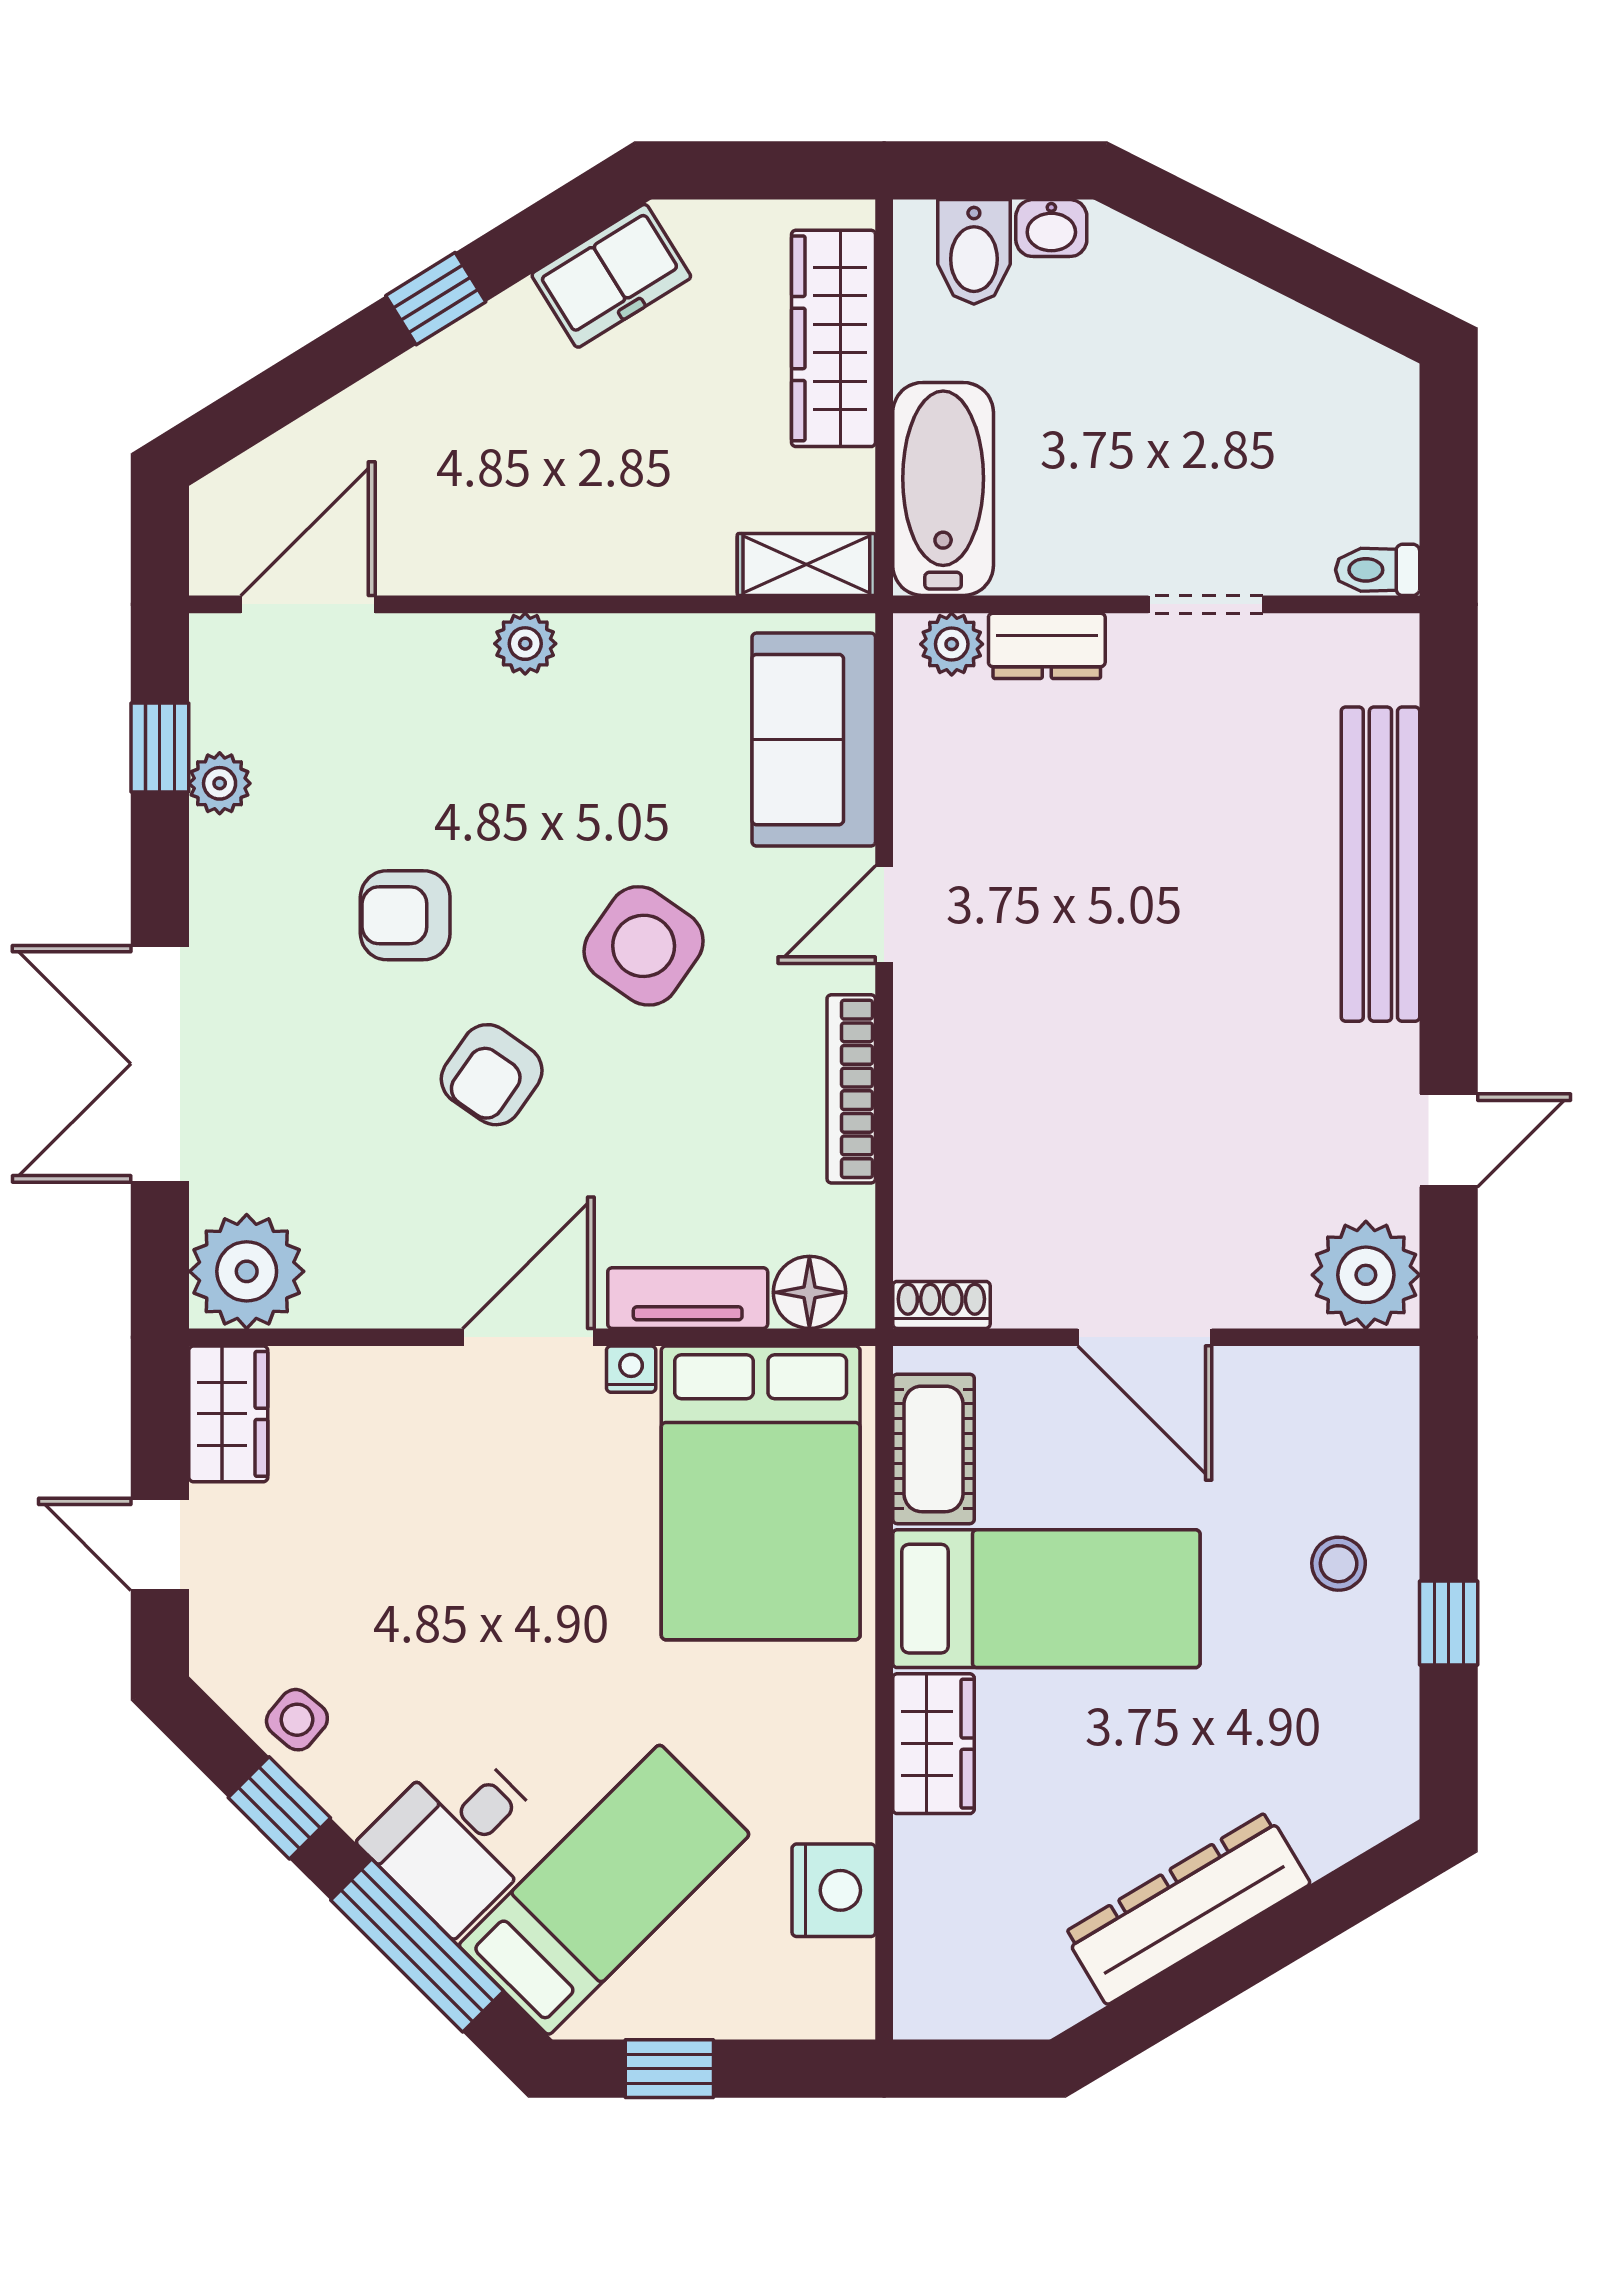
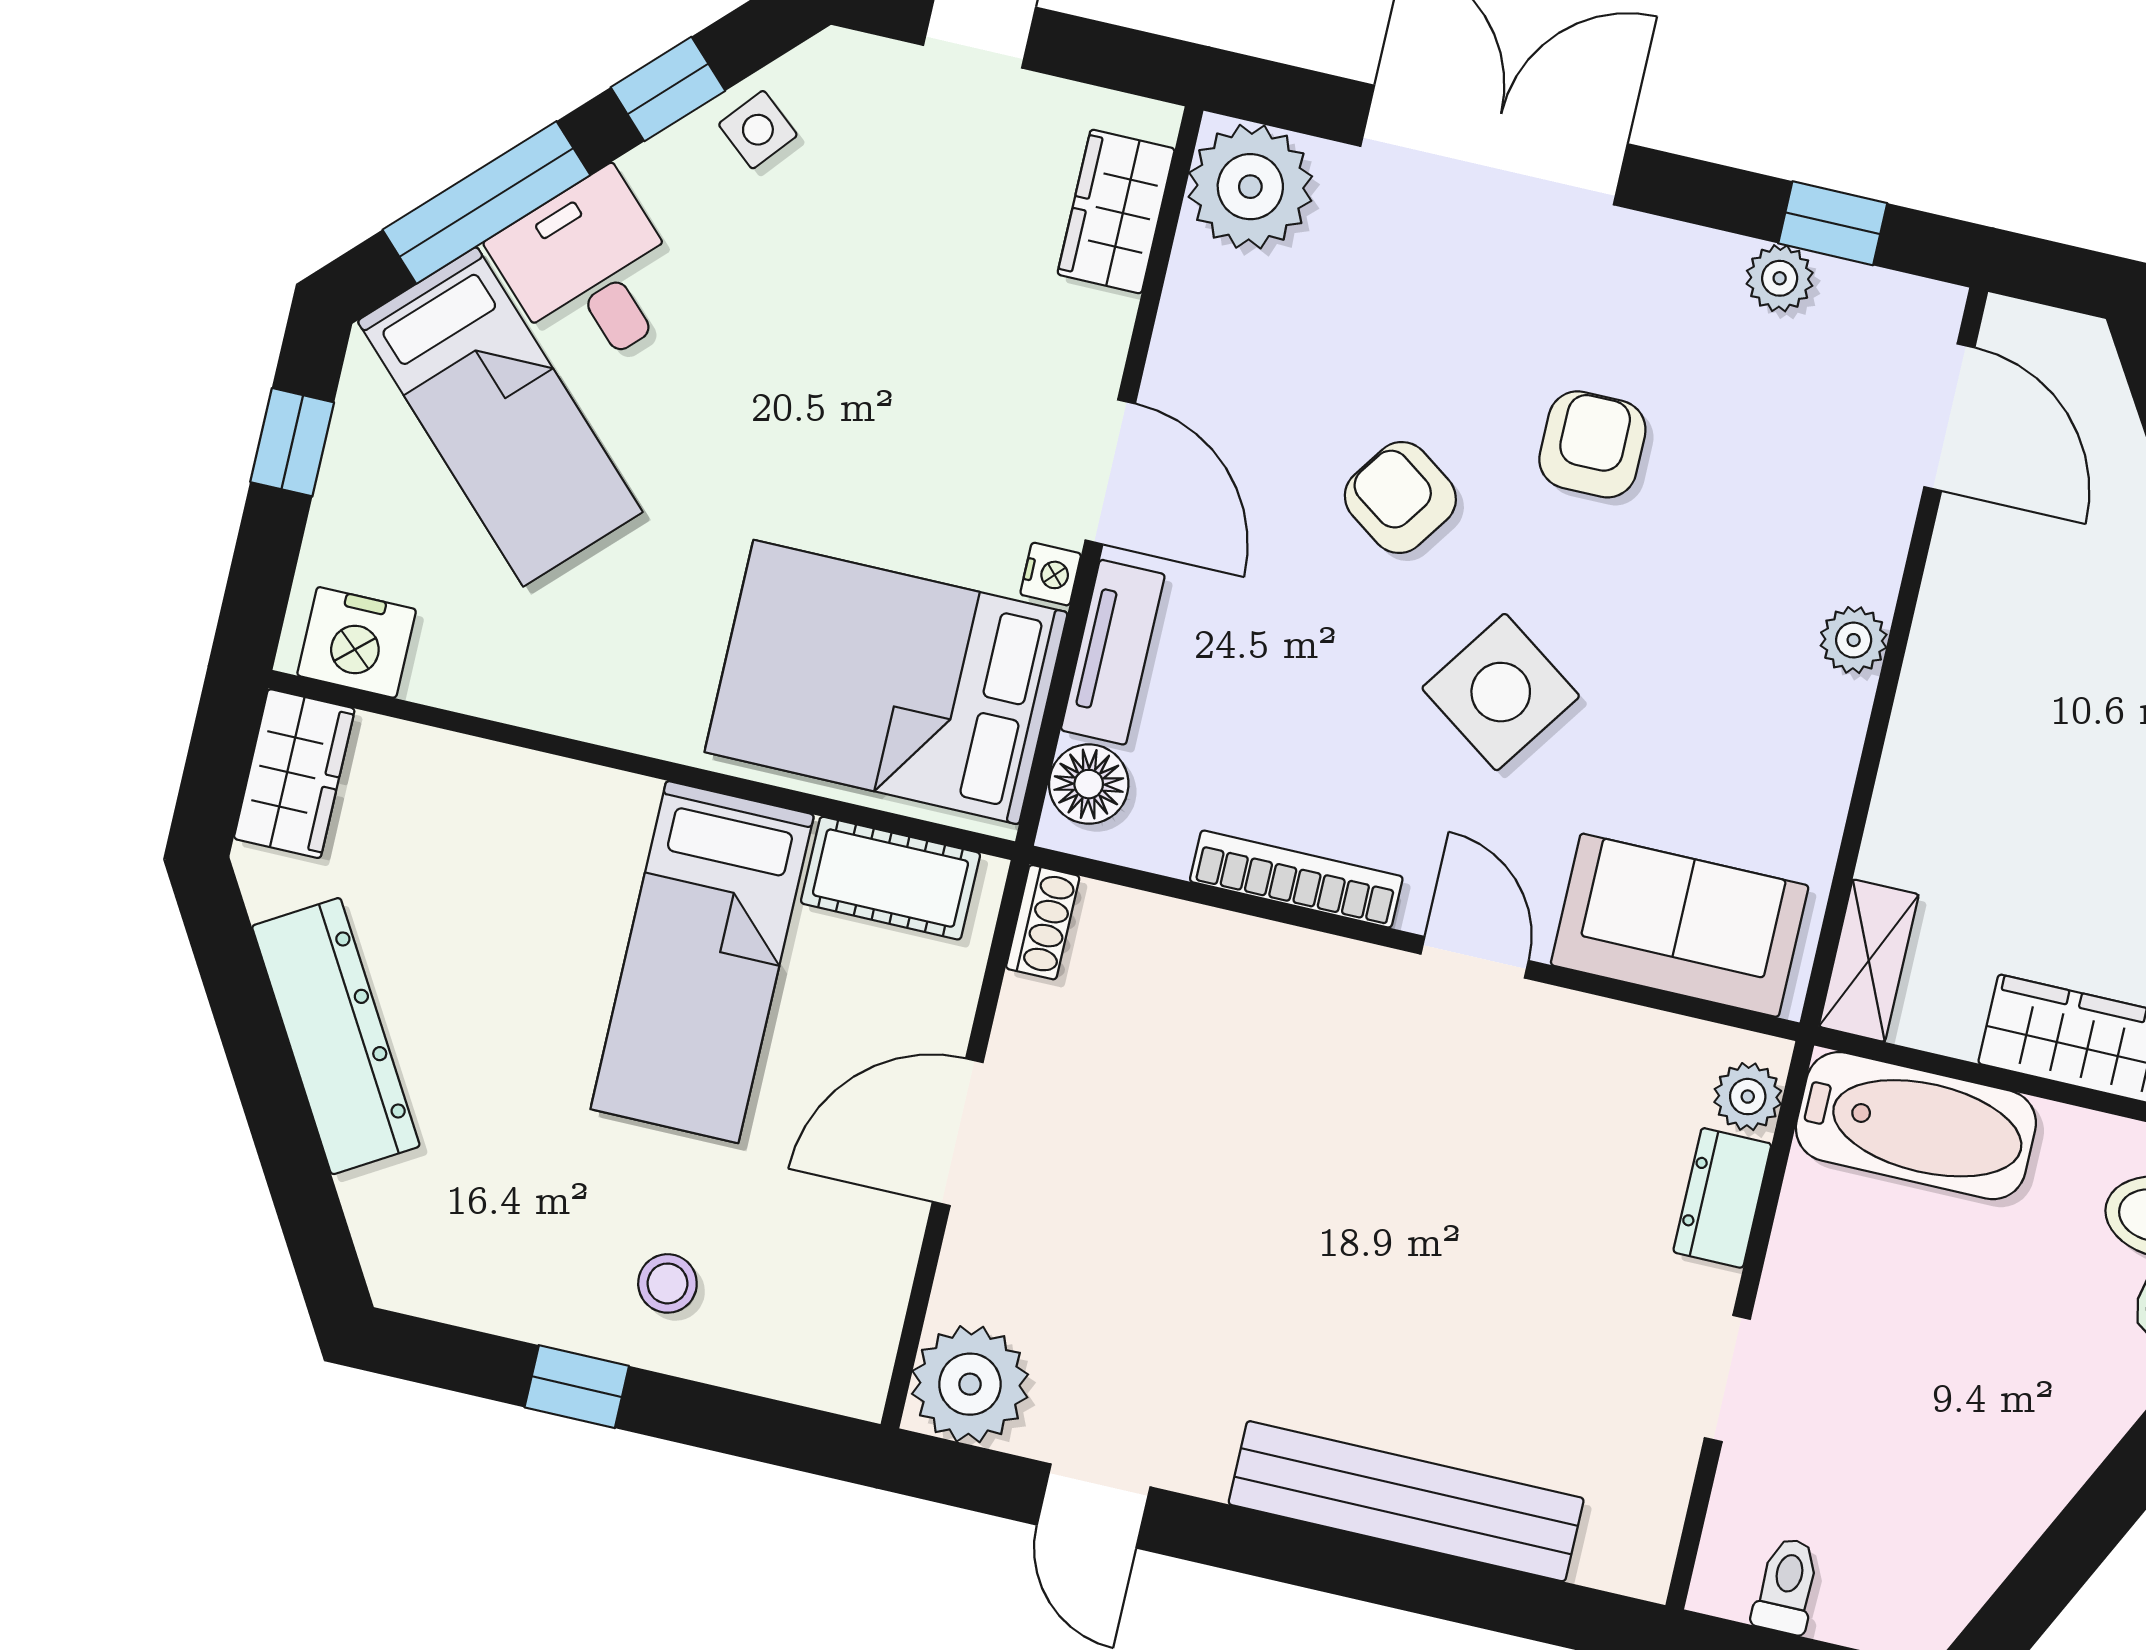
toilet: (1378, 570) -> (1787, 1586), moved
wardrobe: (228, 1414) -> (1116, 212), moved, turned 90
wardrobe: (933, 1744) -> (294, 774), moved, turned -90
nightstand: (834, 1890) -> (357, 642), moved

